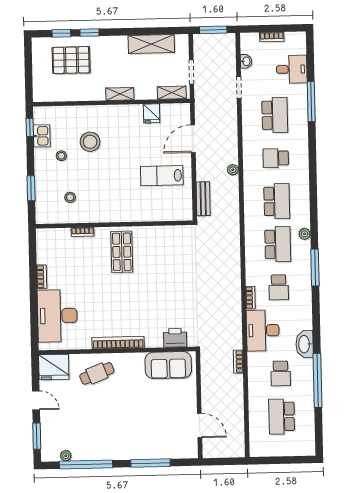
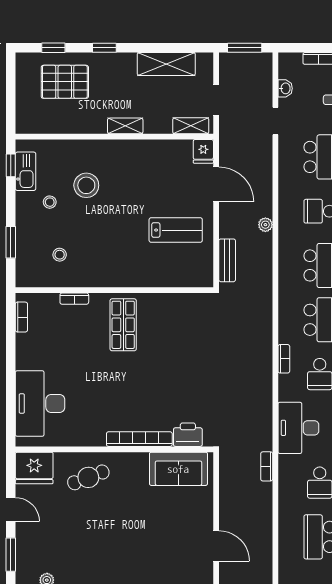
window: (90, 33) -> (104, 48), moved
fridge: (152, 113) -> (203, 151), moved
kitchen sink: (42, 136) -> (26, 171), width x1.38
door: (193, 139) -> (216, 184), swing flipped
lab bench: (162, 176) -> (176, 230), turned 180
bookcase: (42, 277) -> (21, 317), moved
bookcase: (250, 298) -> (284, 359), moved
bookcase: (118, 343) -> (139, 439), moved

